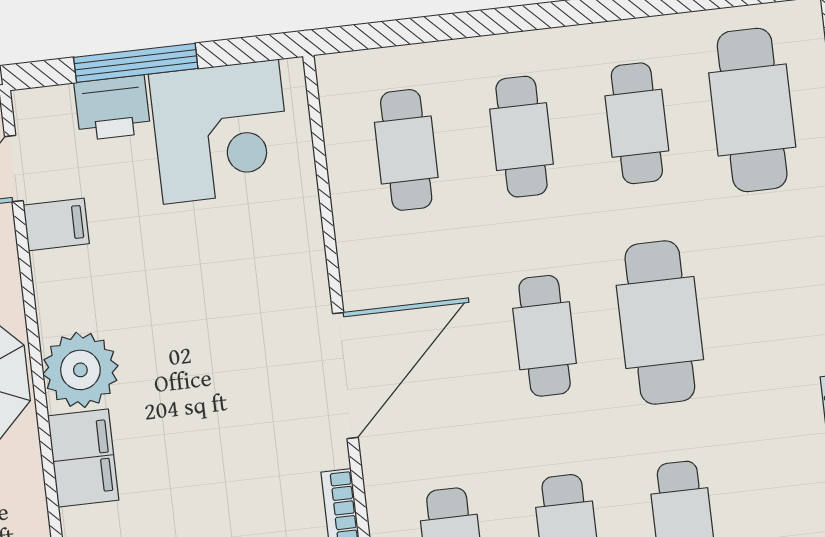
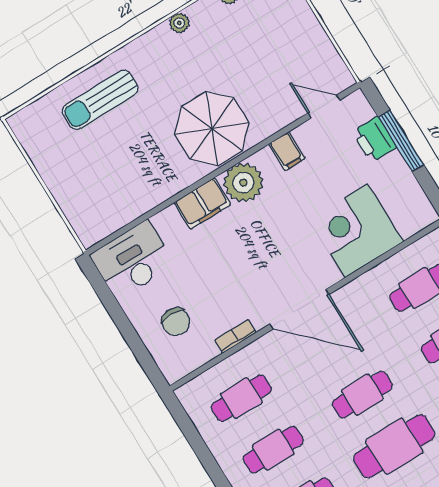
corner desk: (221, 132) -> (356, 231), moved, turned 90
filing cabinet: (56, 224) -> (287, 151), moved

